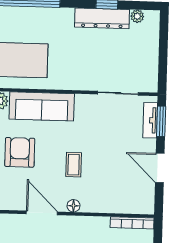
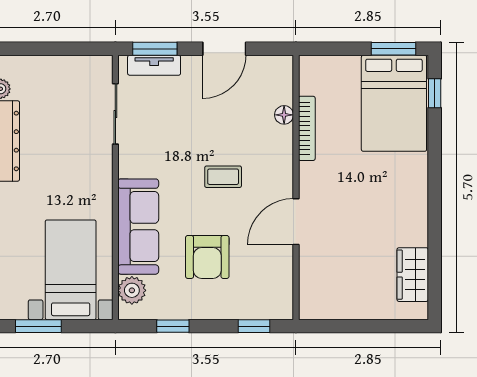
armchair: (20, 152) -> (207, 257), turned -90
floor lamp: (74, 206) -> (284, 115), moved
bookcase: (132, 223) -> (307, 128), moved

